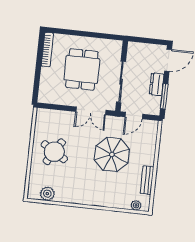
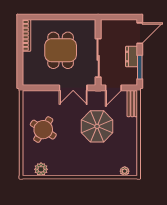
bench: (147, 180) -> (132, 104), moved

